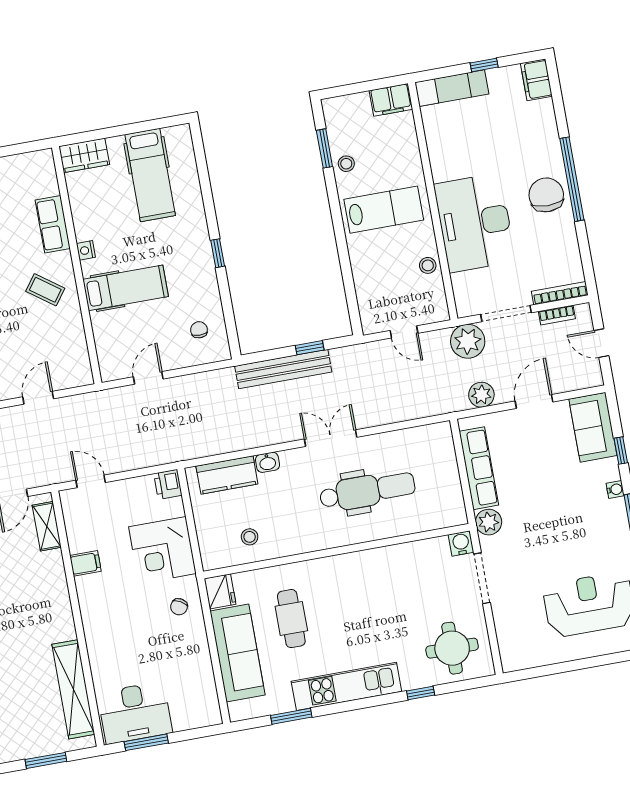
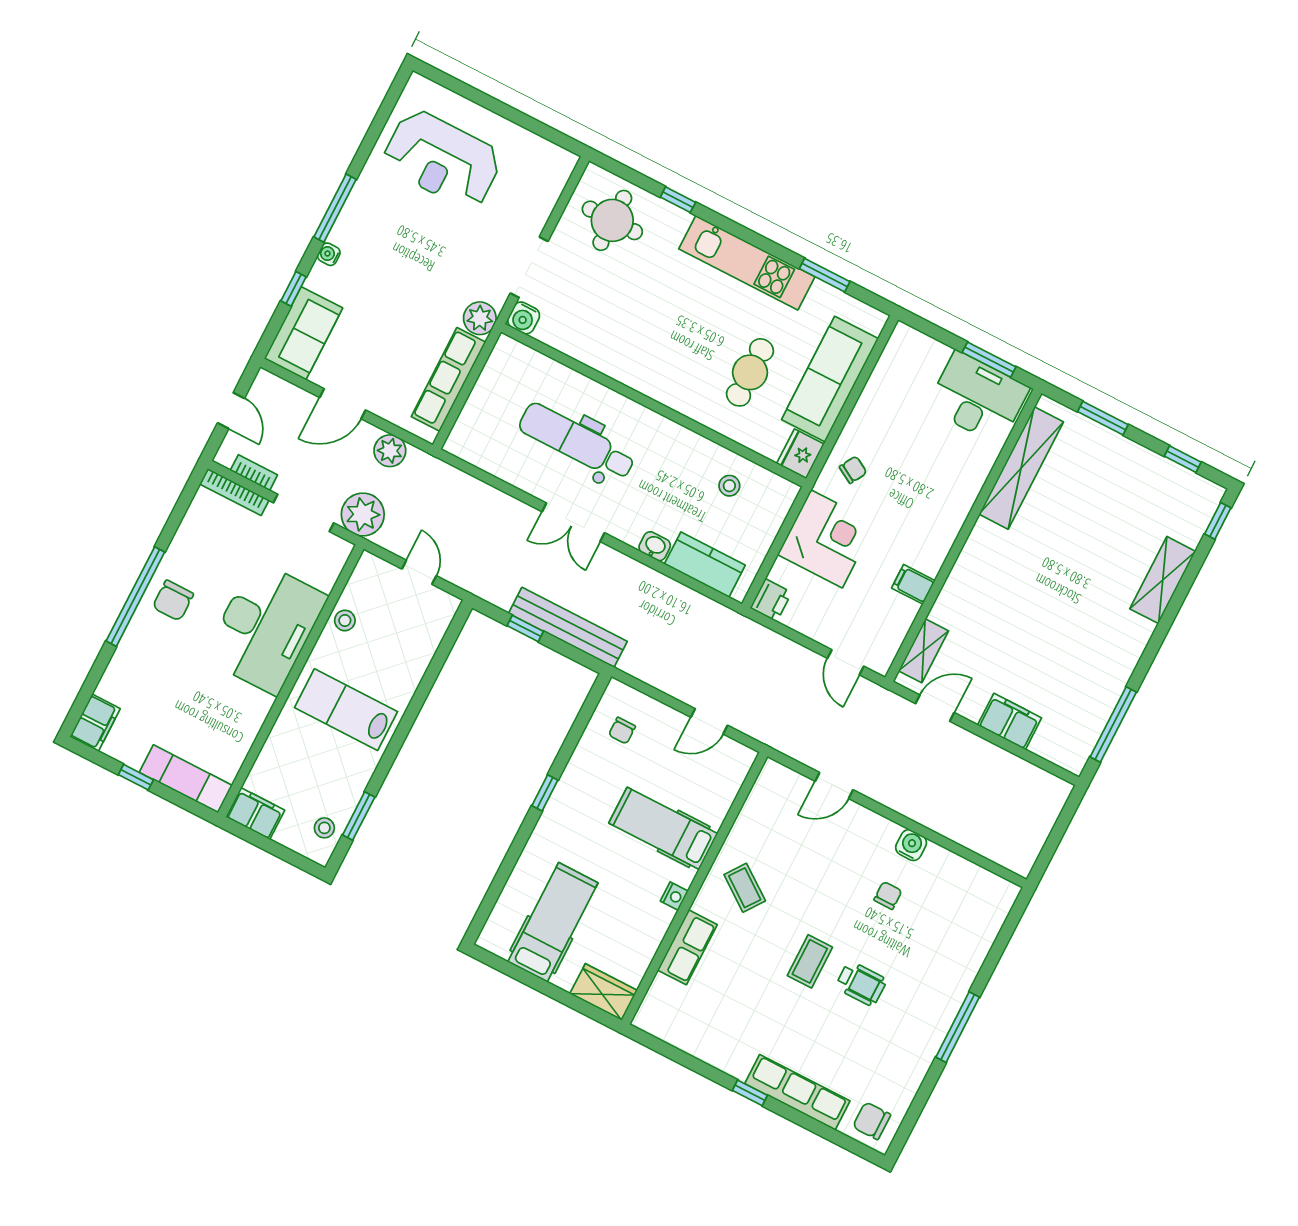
stool: (346, 164) -> (324, 828), moved
chair: (546, 195) -> (173, 600), width x0.73, depth x0.73

